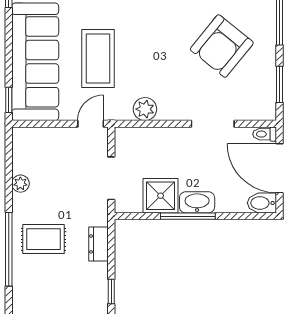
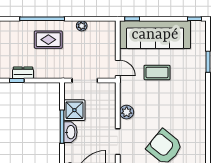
coffee table: (98, 59) -> (157, 72), width x0.73, depth x0.76
plant: (145, 109) -> (127, 112), moved
rug: (43, 239) -> (48, 40), turned 90
dresser: (99, 244) -> (23, 73), moved

